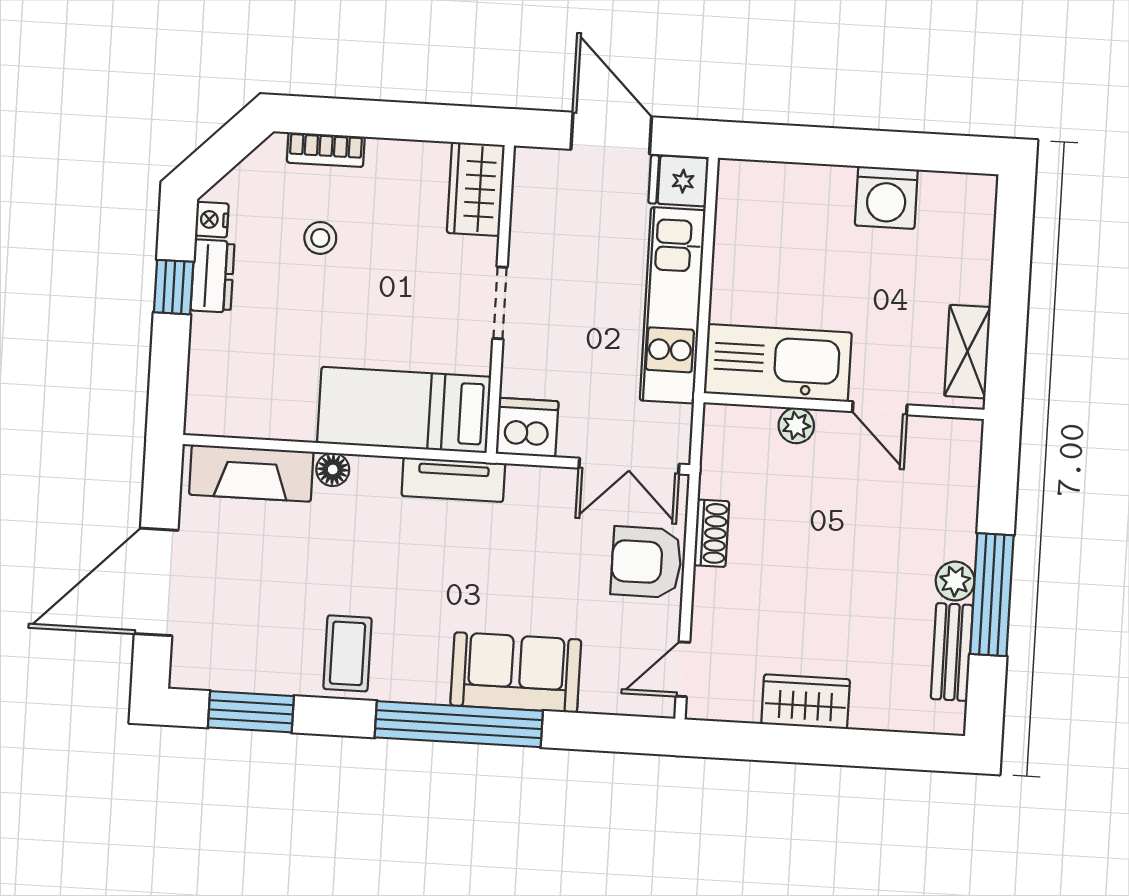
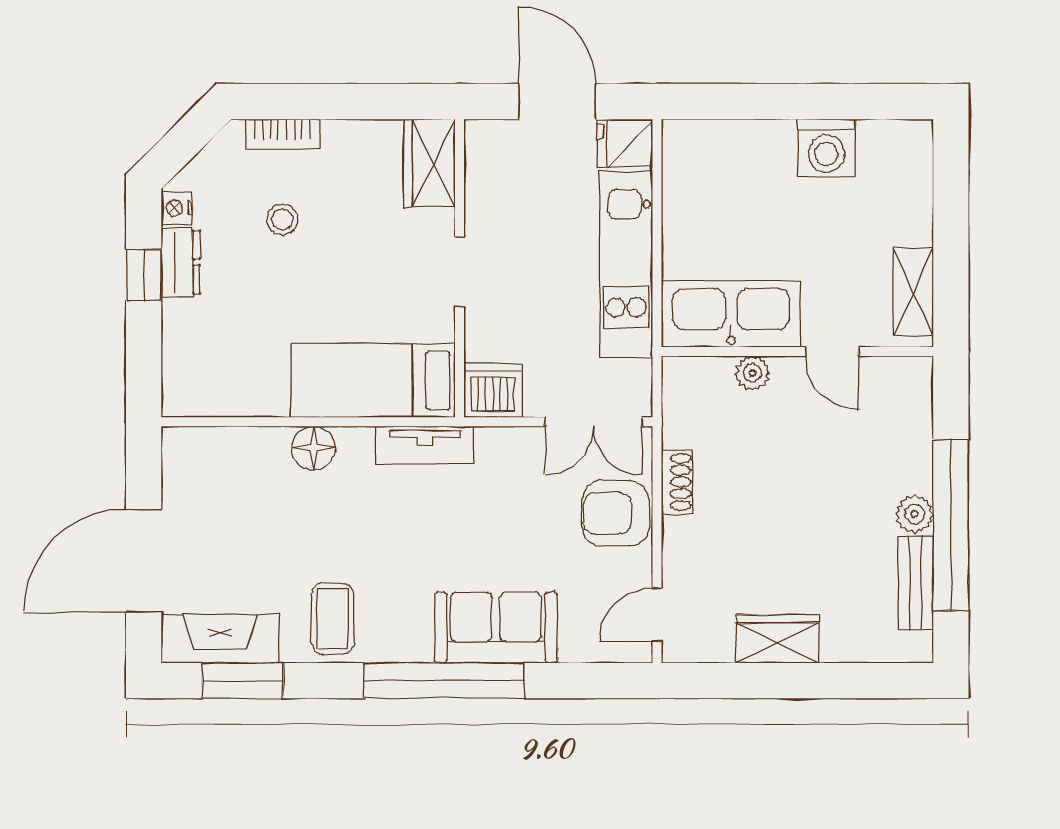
floor lamp: (333, 470) -> (314, 448), width x1.37, depth x1.37
fireplace: (251, 473) -> (220, 639), moved, turned 180
window: (992, 595) -> (951, 525), width x1.46

